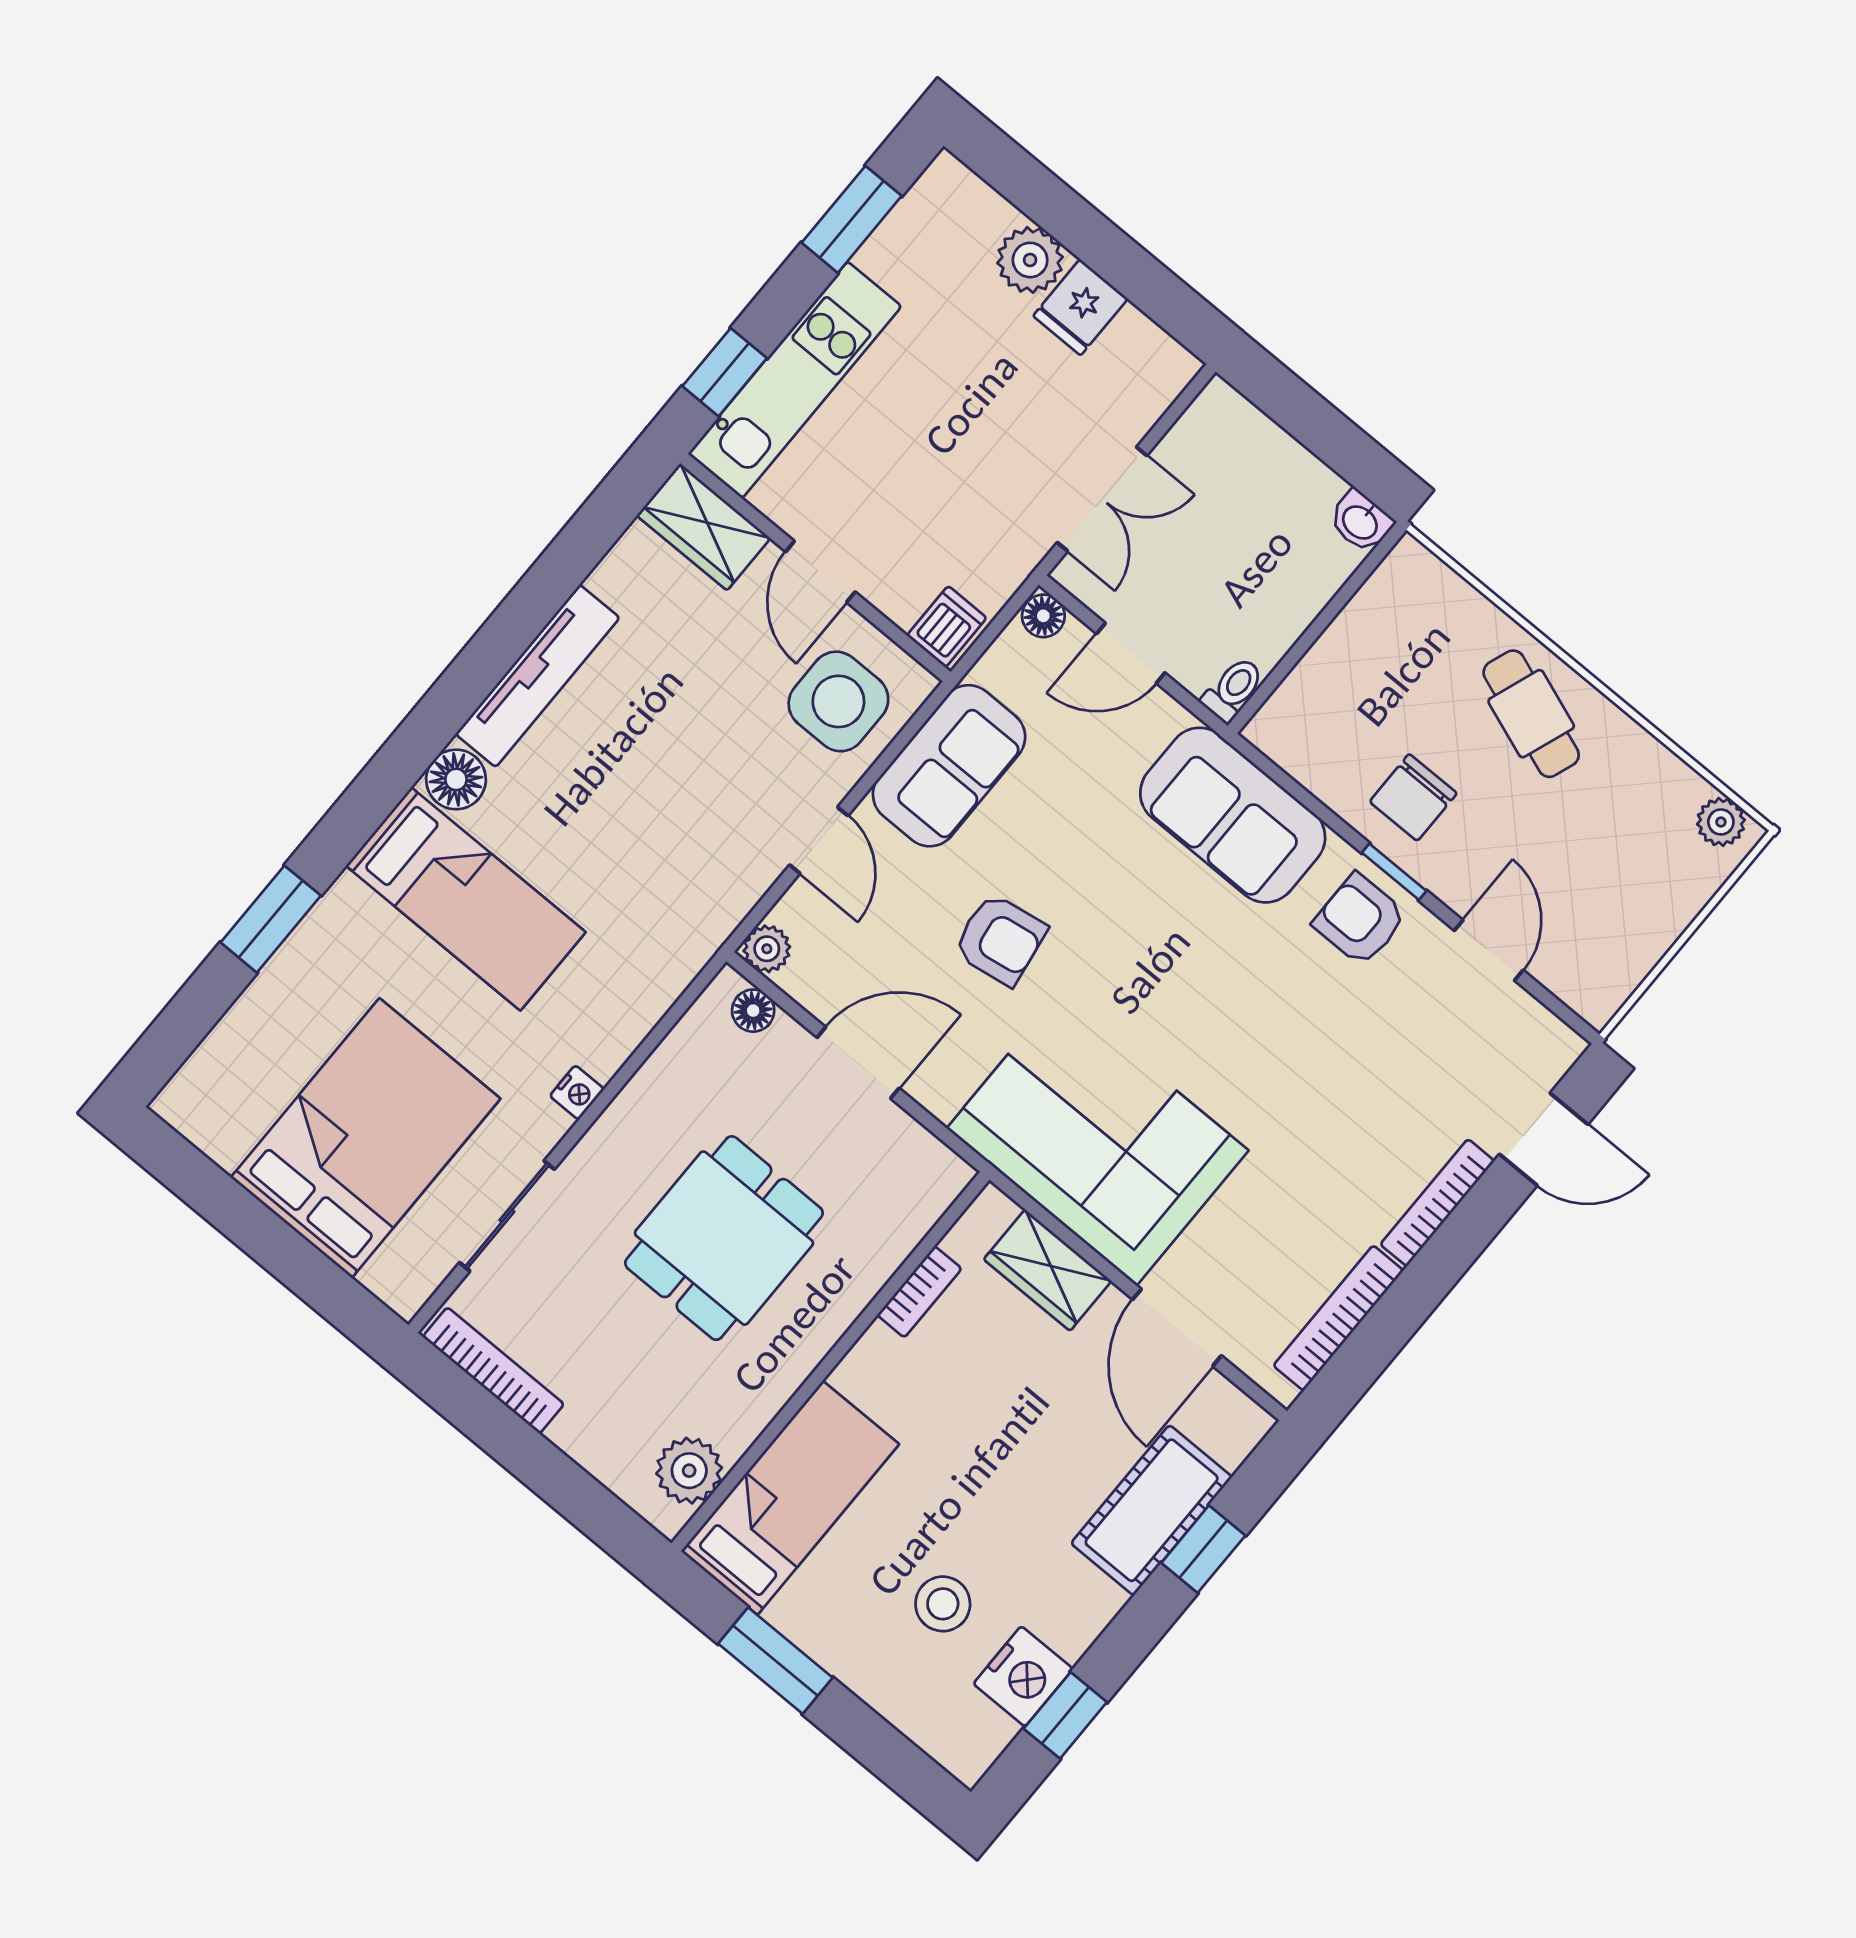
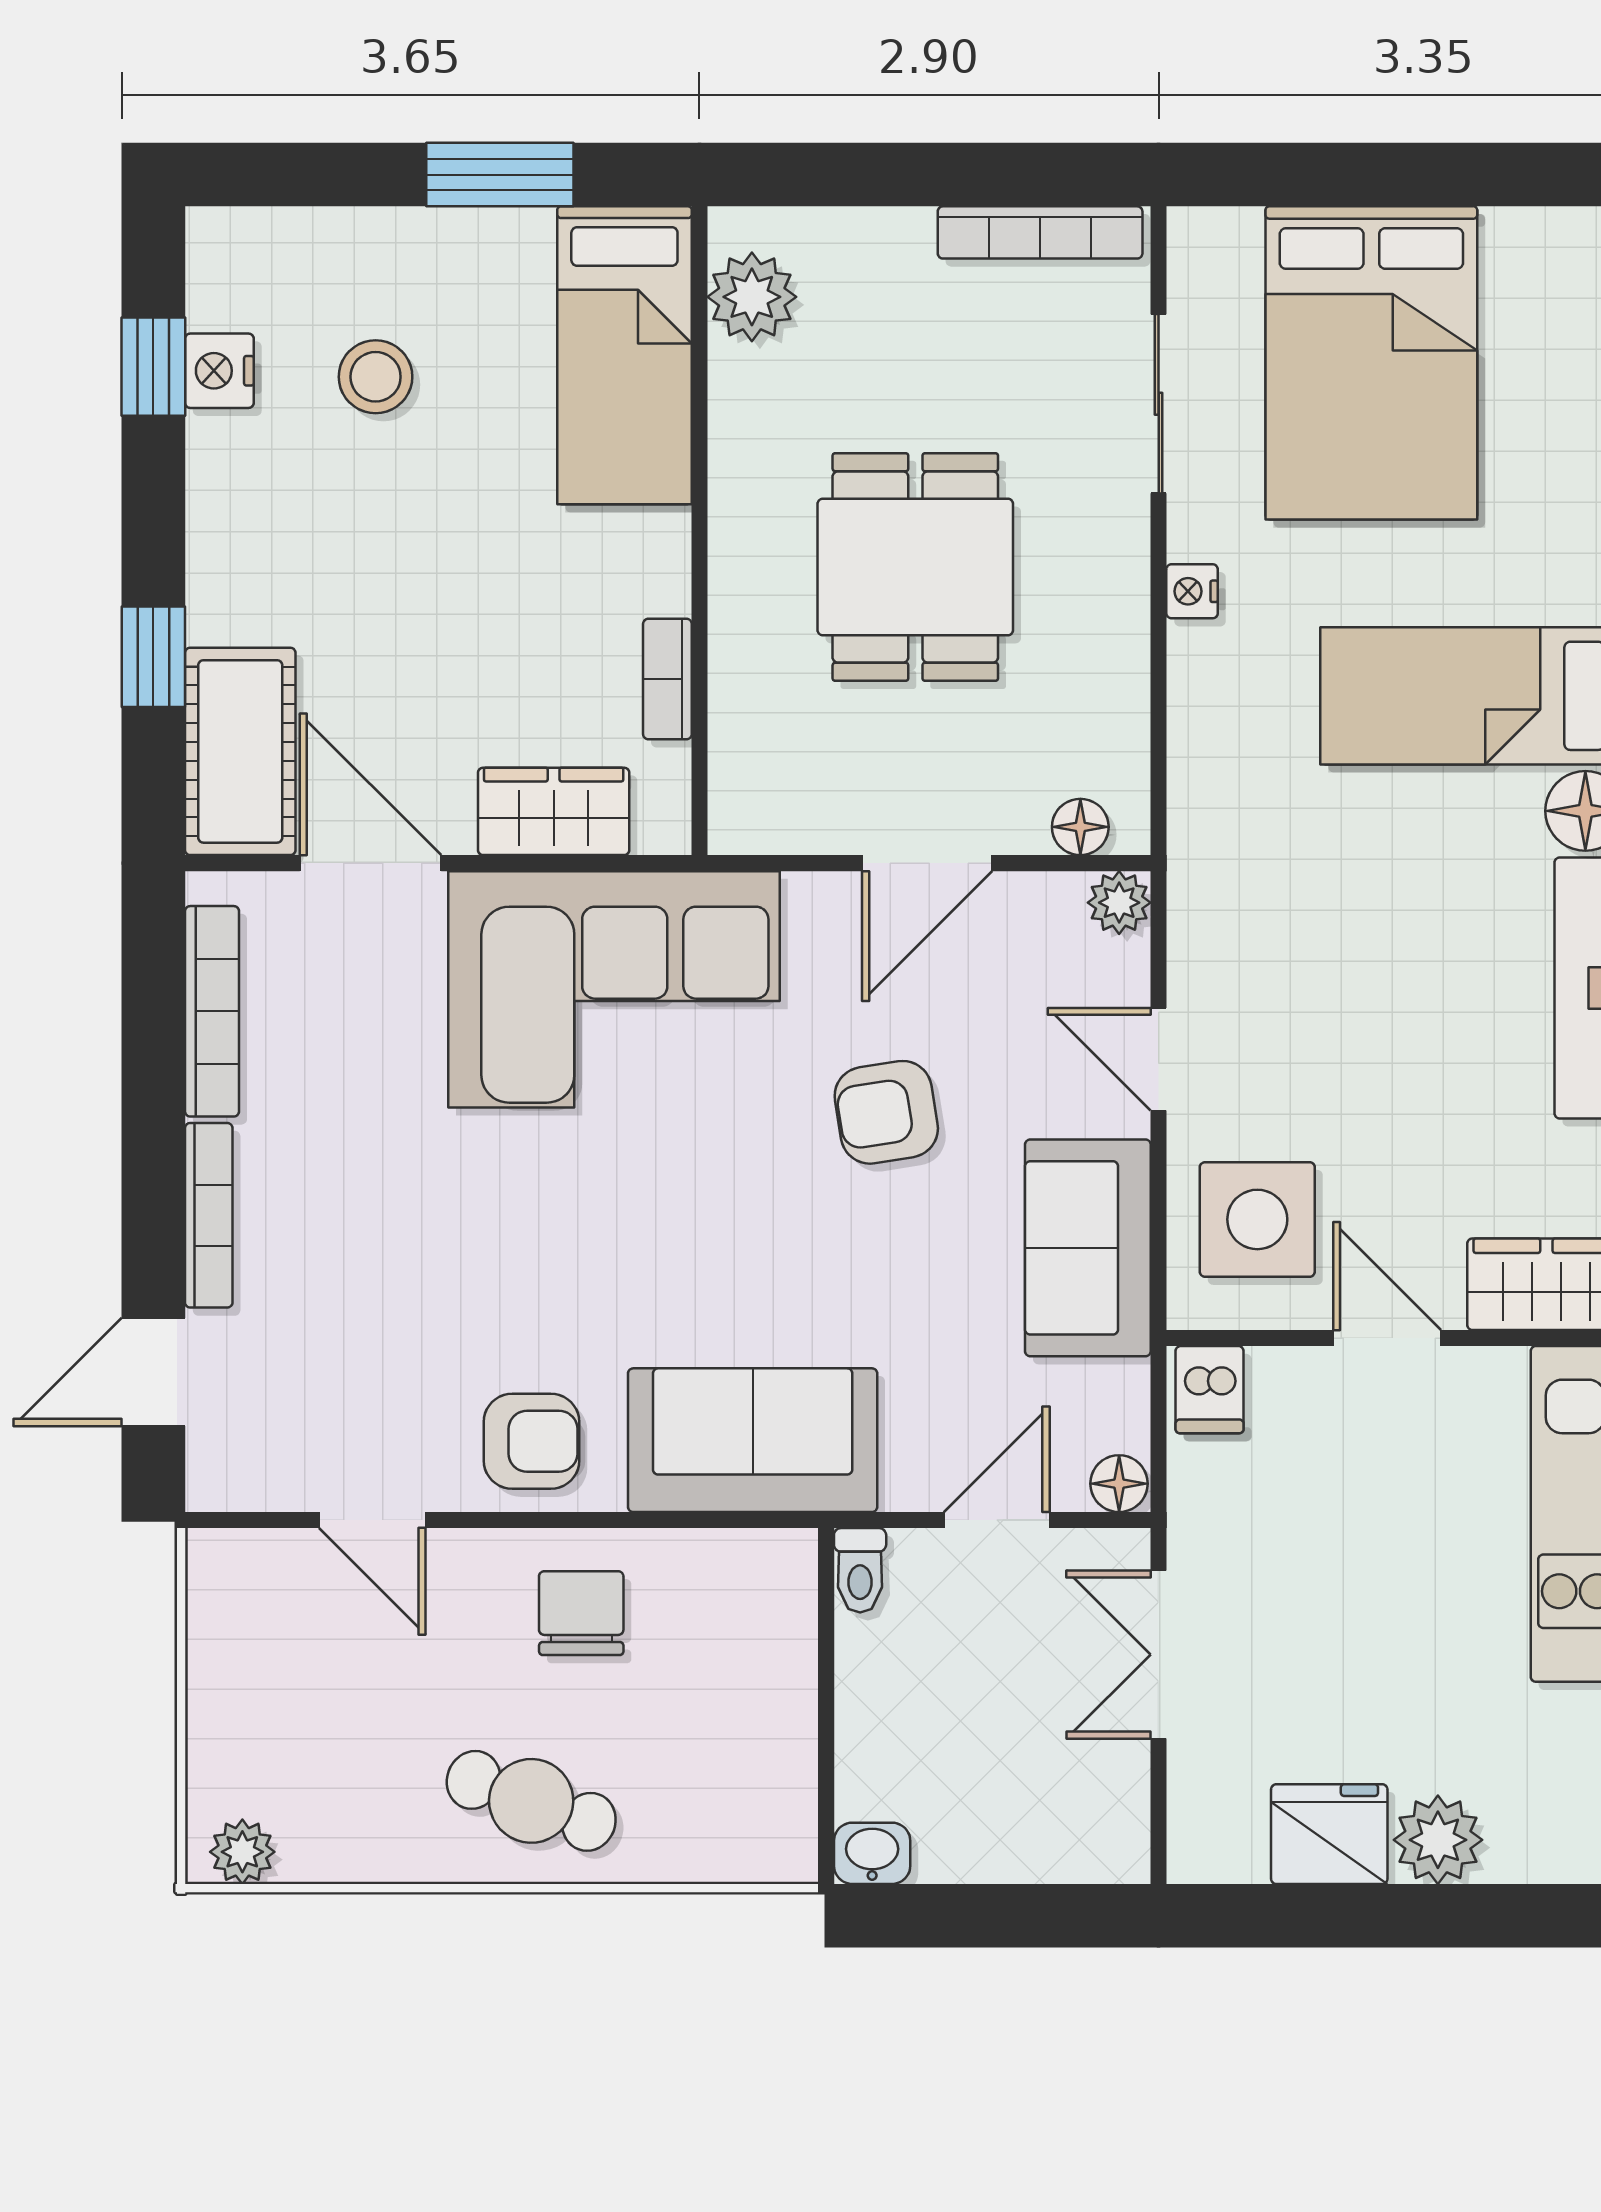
fridge: (1080, 307) -> (1329, 1834), width x1.38
window: (1394, 872) -> (537, 1520), removed
cot: (1152, 1510) -> (240, 751), moved
nightstand: (1023, 1676) -> (219, 371), width x0.74, depth x0.75

